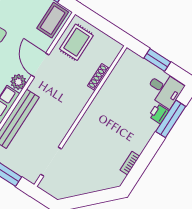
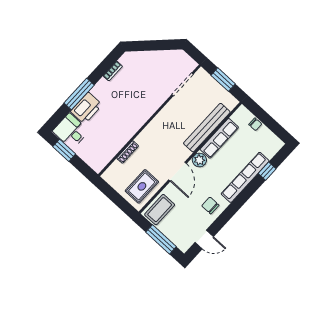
window: (157, 60) -> (64, 150), moved
printer: (159, 114) -> (86, 108), width x1.87, depth x1.48
window: (171, 119) -> (79, 94), moved

